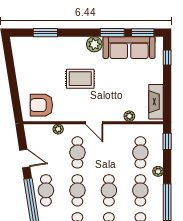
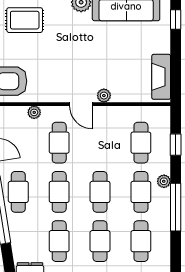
rug: (80, 79) -> (25, 20), moved
plant: (129, 116) -> (104, 96), moved
window: (167, 141) -> (176, 145), moved
plant: (158, 171) -> (164, 181), moved

